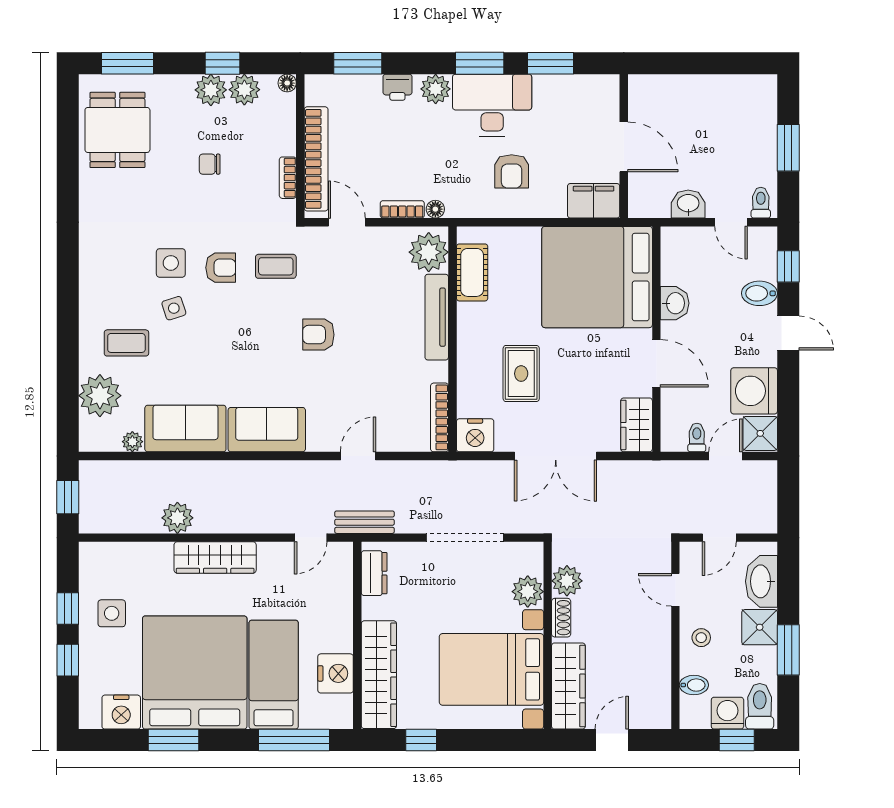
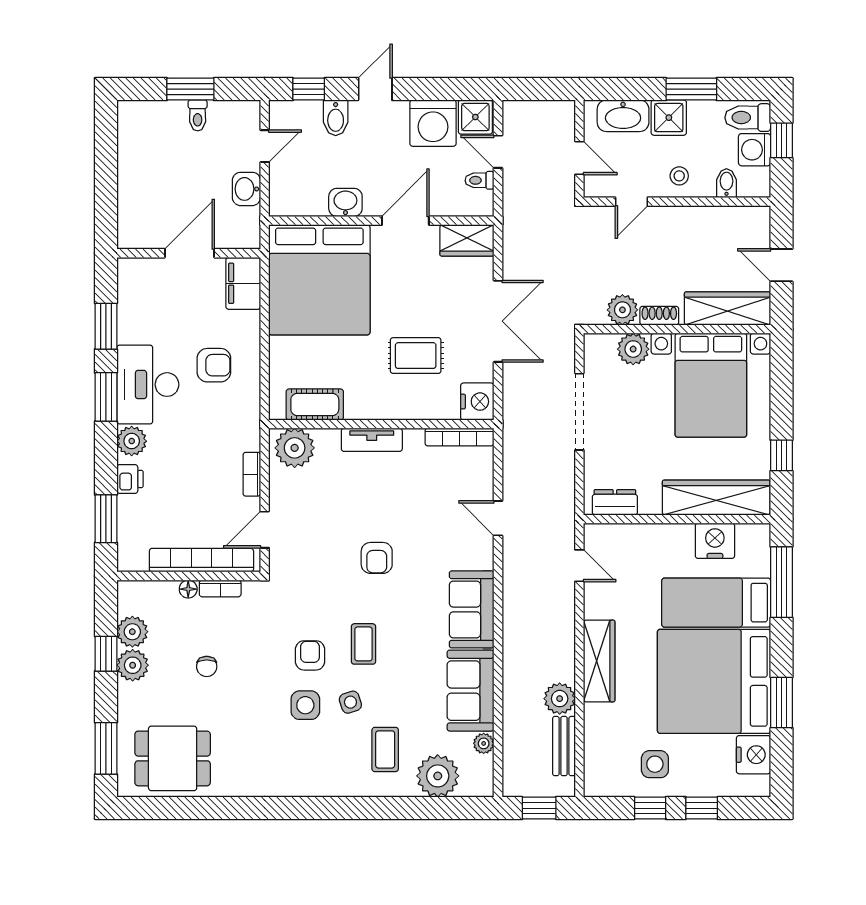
floor lamp: (287, 83) -> (188, 589), moved
toilet: (761, 203) -> (198, 115), moved, turned -90
floor lamp: (435, 209) -> (252, 441), removed
coffee table: (276, 266) -> (363, 644), moved
tv unit: (437, 317) -> (372, 440), width x0.71
bench: (365, 522) -> (564, 746), moved

